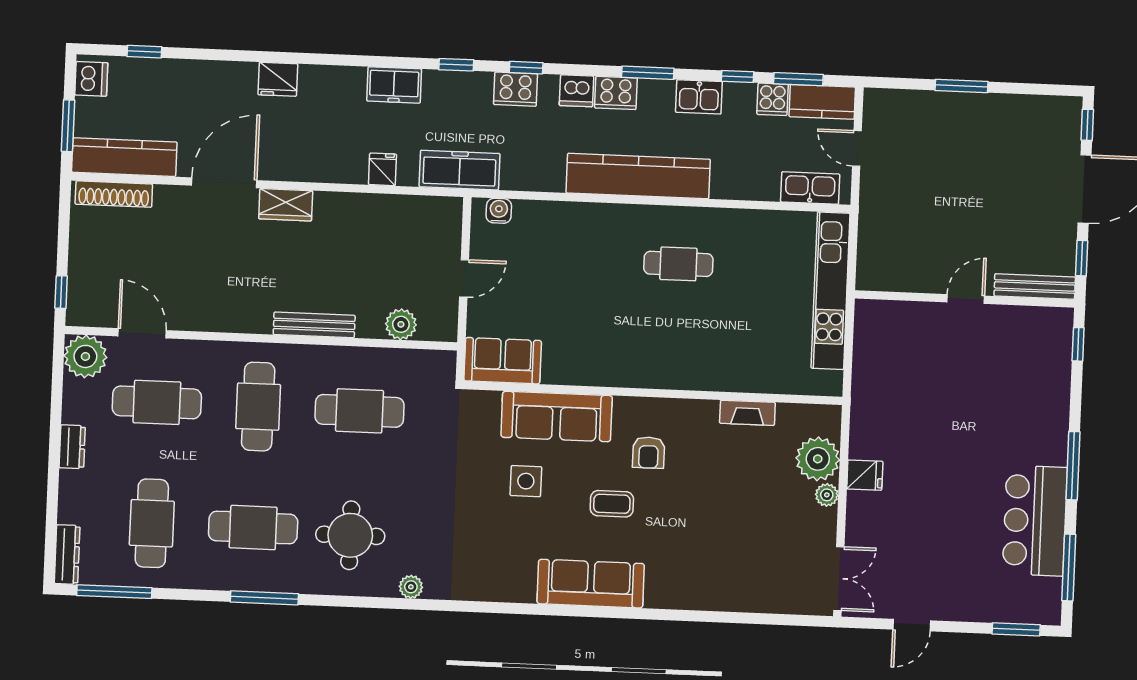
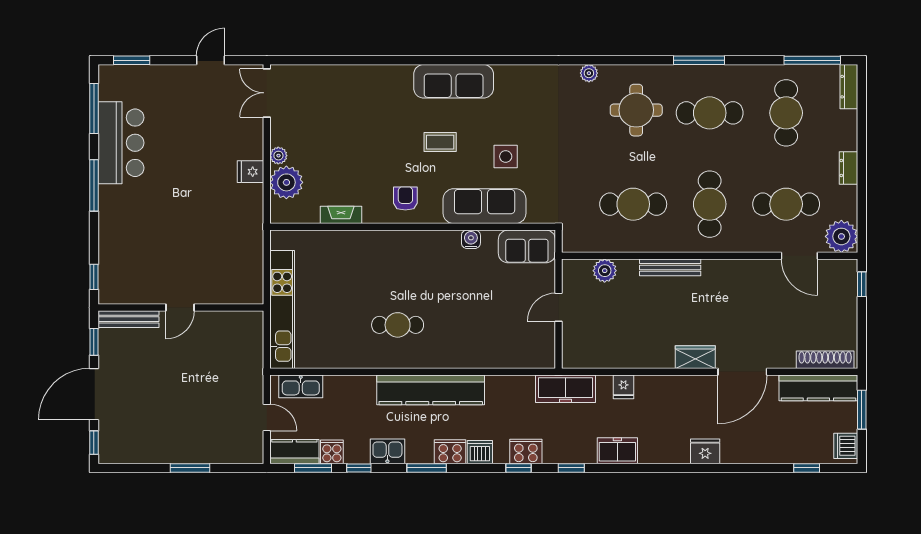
water cooler: (499, 211) -> (471, 239), moved, turned 180
armchair: (649, 453) -> (405, 198), moved

